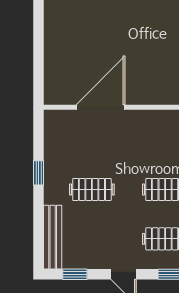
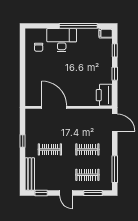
door: (100, 107) -> (54, 107), hinge flipped

